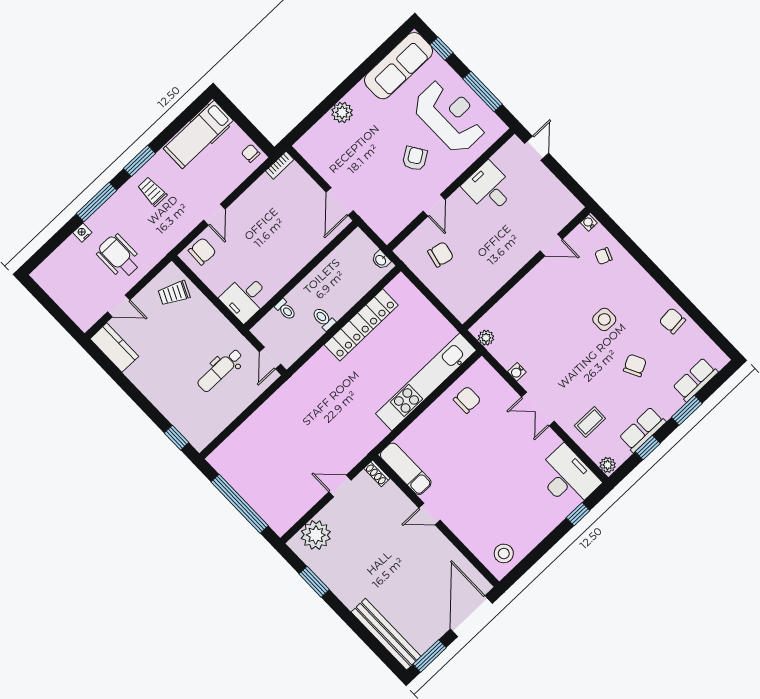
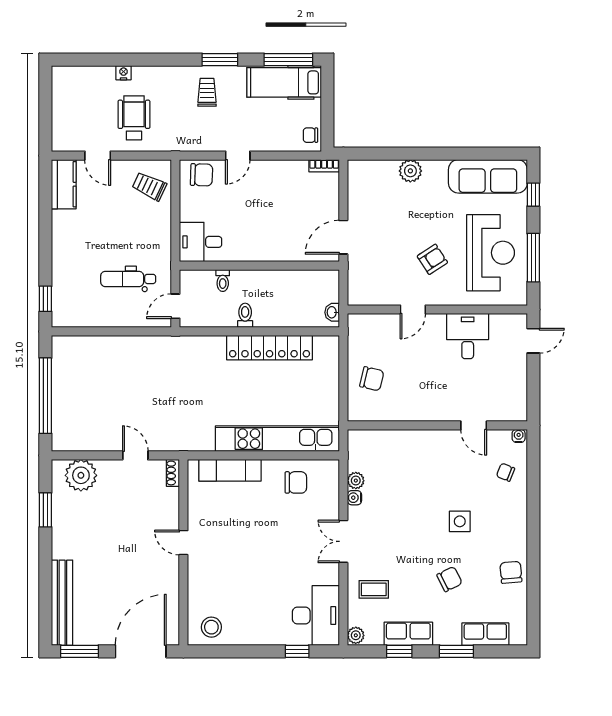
chair: (251, 153) -> (310, 135), turned -90
window: (96, 202) -> (288, 60), moved
chair: (441, 254) -> (372, 379), moved
plant: (486, 338) -> (356, 481), moved
exam couch: (406, 469) -> (230, 470), moved, turned 90

